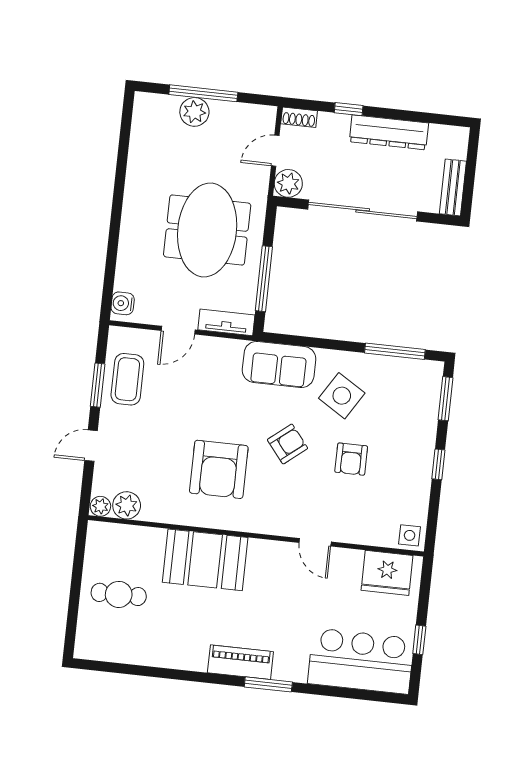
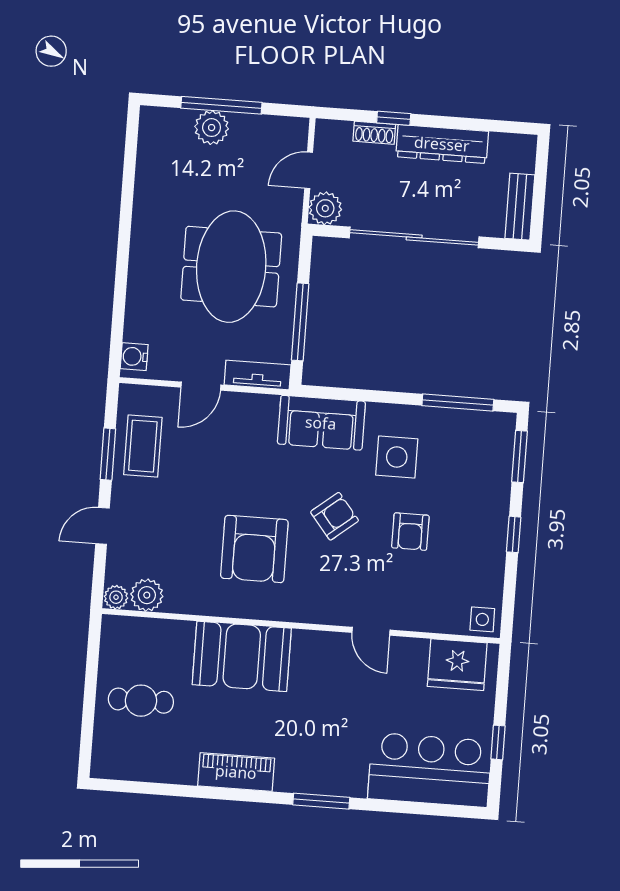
shoe rack: (299, 117) -> (374, 133), moved
side table: (342, 396) -> (397, 457), turned -32
piano: (240, 662) -> (236, 772), moved

